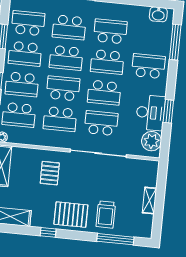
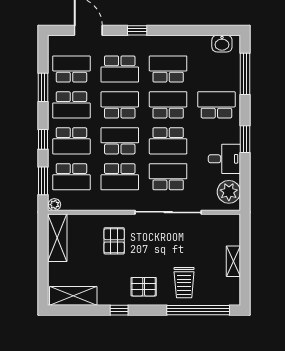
school desk: (66, 58) -> (120, 105), turned 180
school desk: (107, 62) -> (168, 105), turned 180
window: (168, 111) -> (245, 139), moved
desk: (151, 113) -> (224, 159), width x0.73
pallet: (71, 215) -> (144, 287), width x0.67, depth x0.71
window: (115, 239) -> (198, 310), width x1.46

